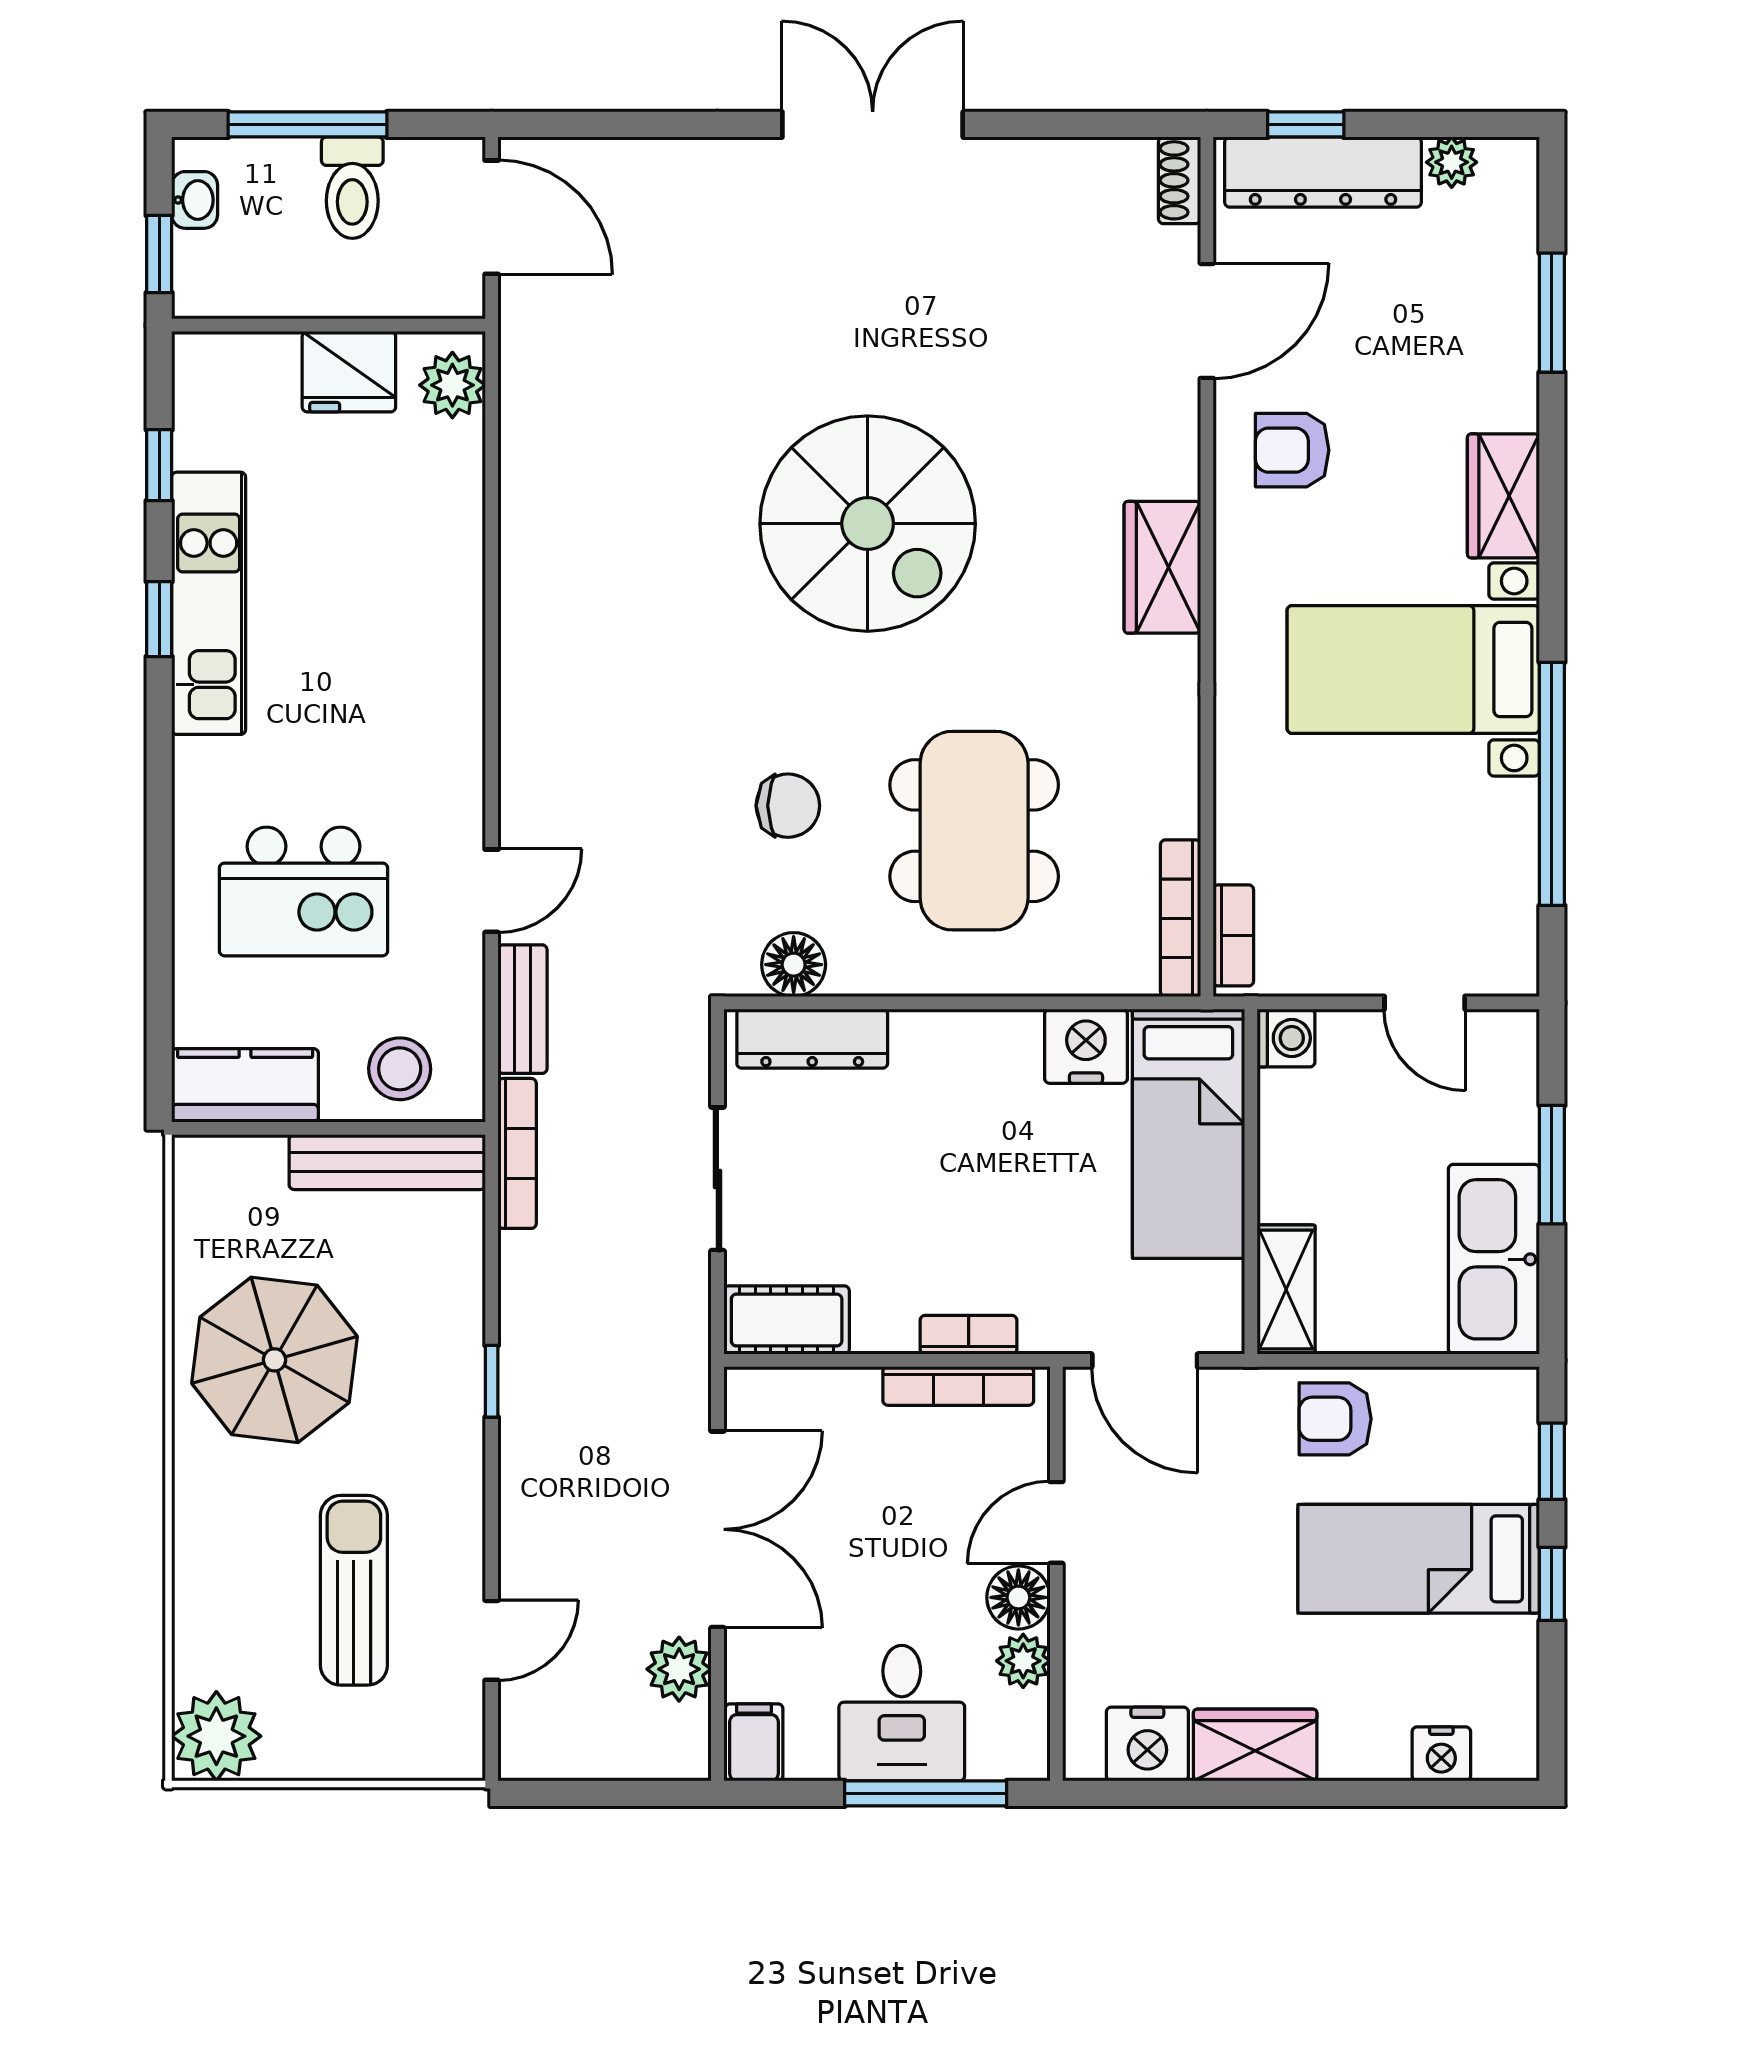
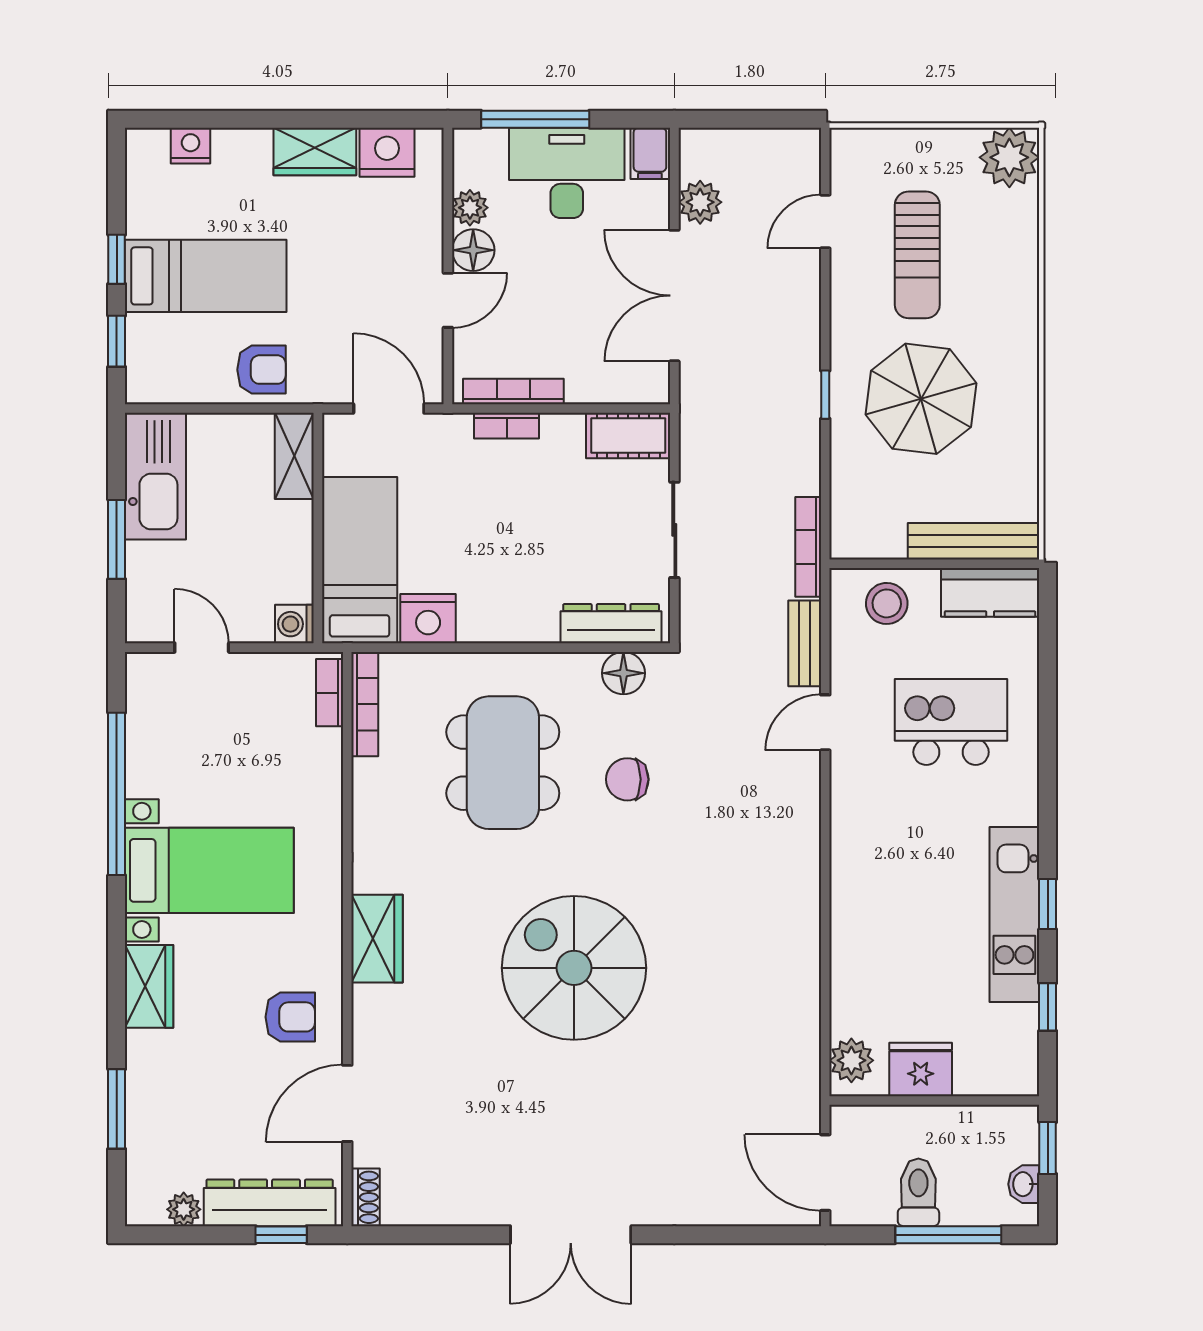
bench: (387, 1162) -> (974, 541), moved
parasol: (274, 1360) -> (921, 399), moved
desk: (902, 1713) -> (567, 173), width x1.37

